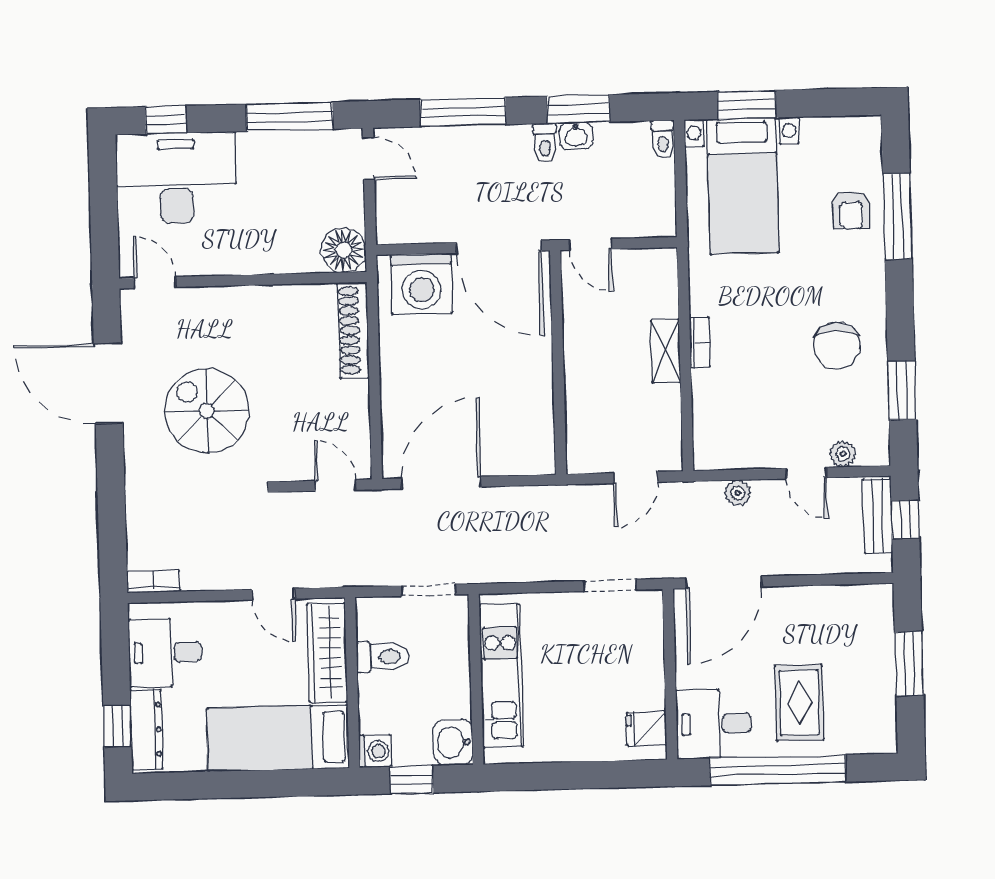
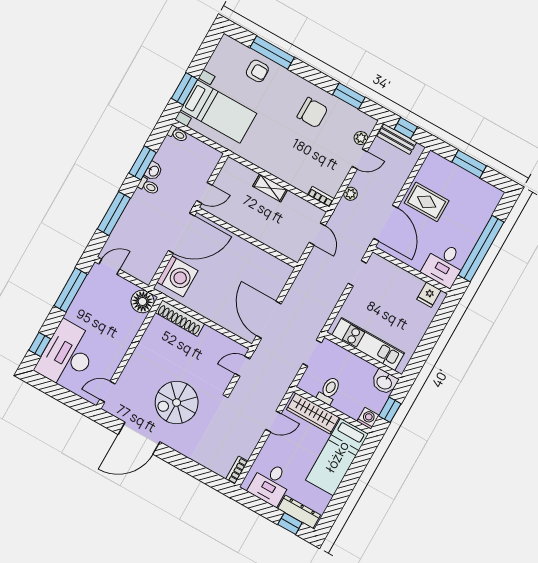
bookcase: (700, 342) -> (321, 197), moved
rug: (799, 703) -> (427, 202), moved

